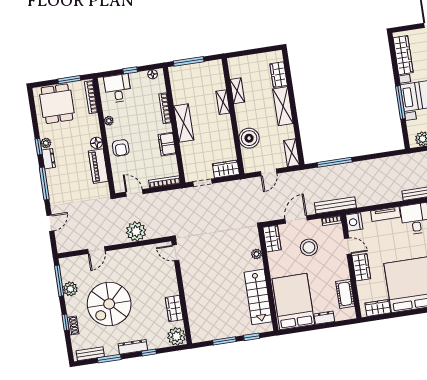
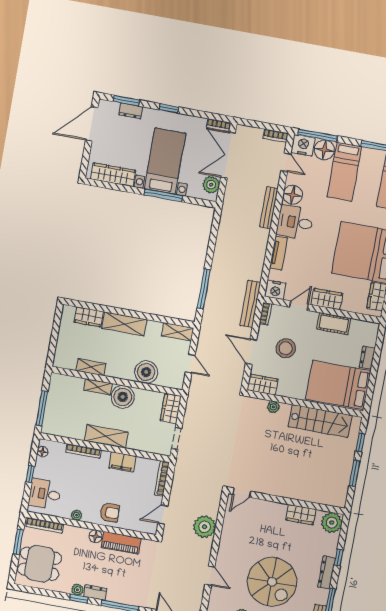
boiler: (222, 126) -> (123, 397), added
cot: (345, 294) -> (334, 324), moved

